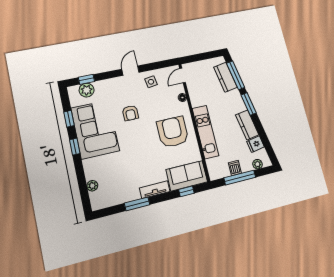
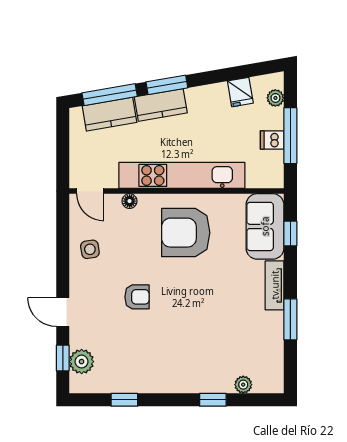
door: (130, 71) -> (63, 312), moved
kitchen counter: (247, 125) -> (161, 105), moved
corner sofa: (95, 129) -> (152, 361), removed
kitchen unit: (206, 132) -> (182, 175), width x1.36
window: (75, 147) -> (213, 400), moved

